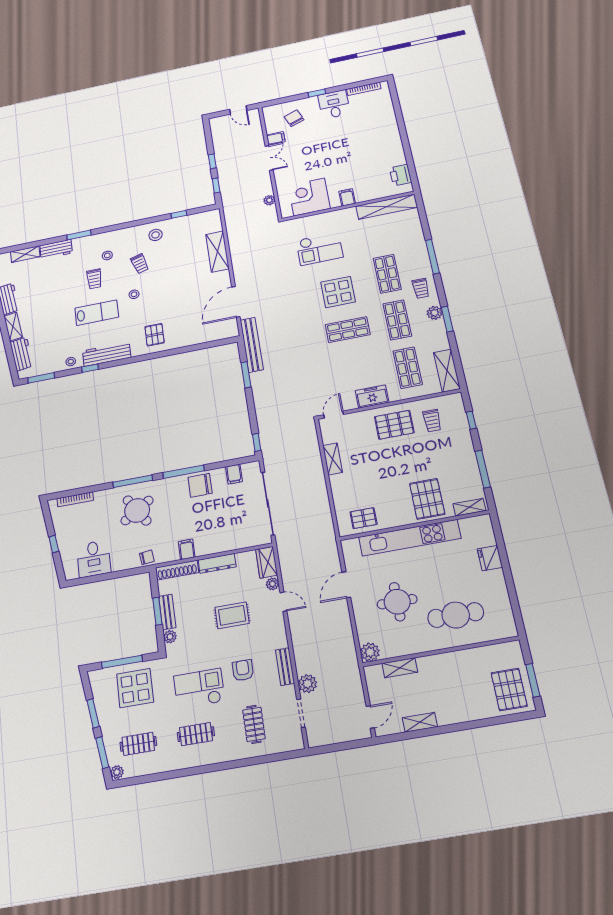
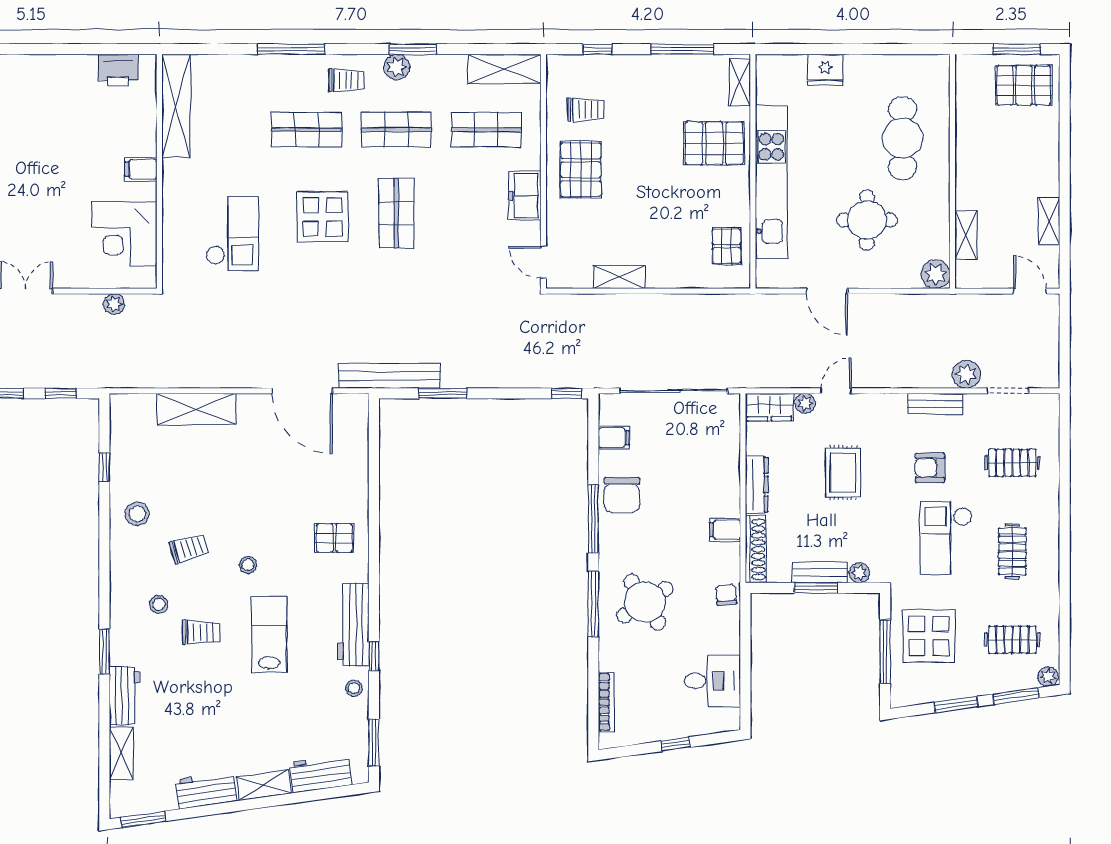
clothes rail: (138, 744) -> (1012, 640), turned 90

